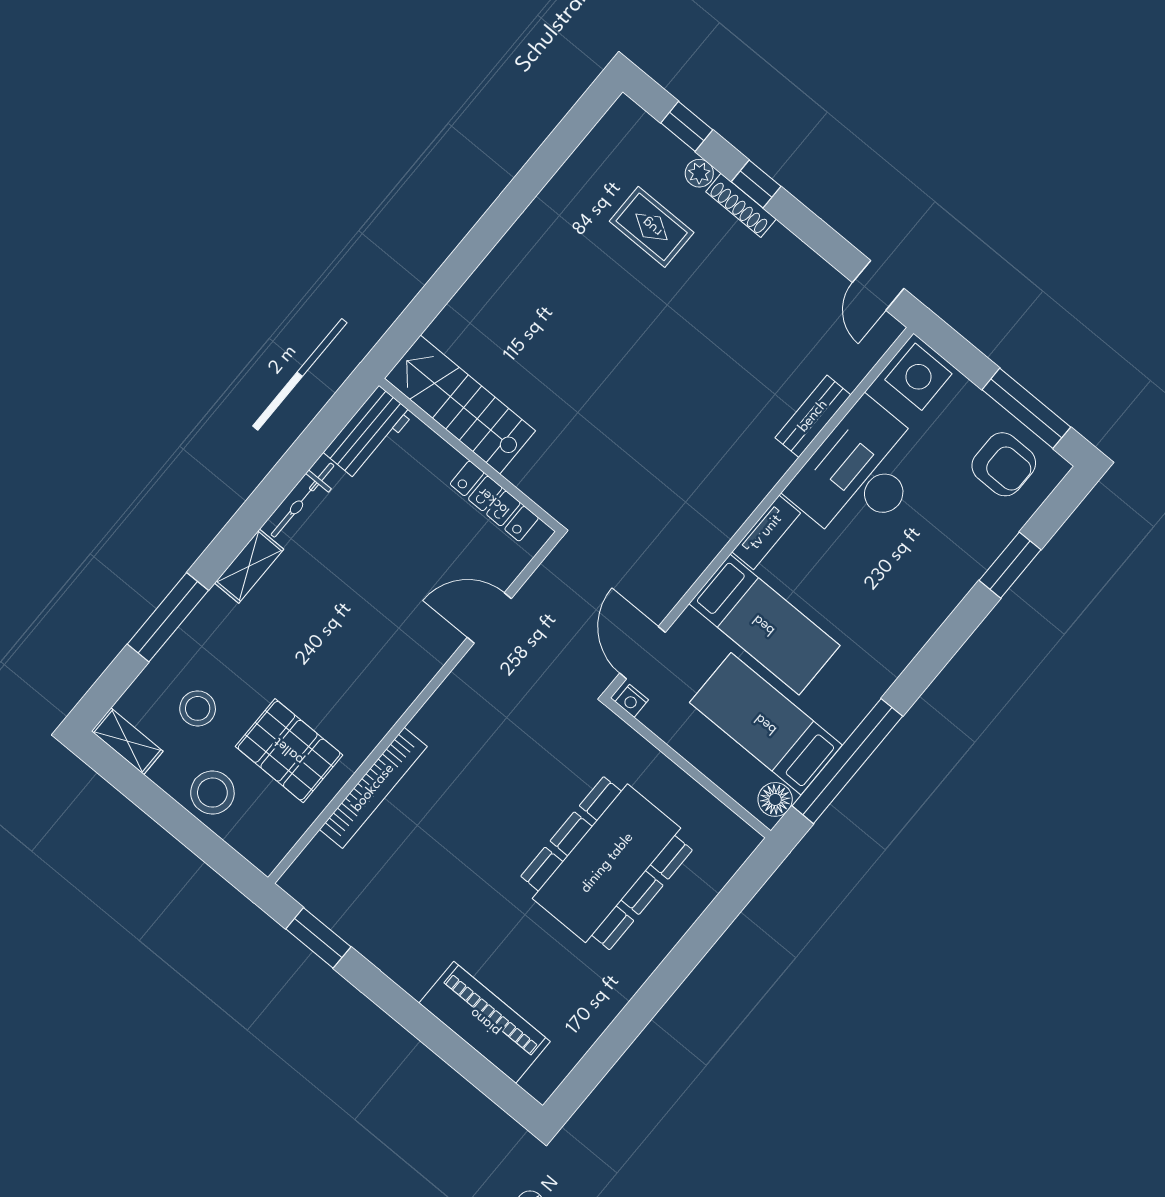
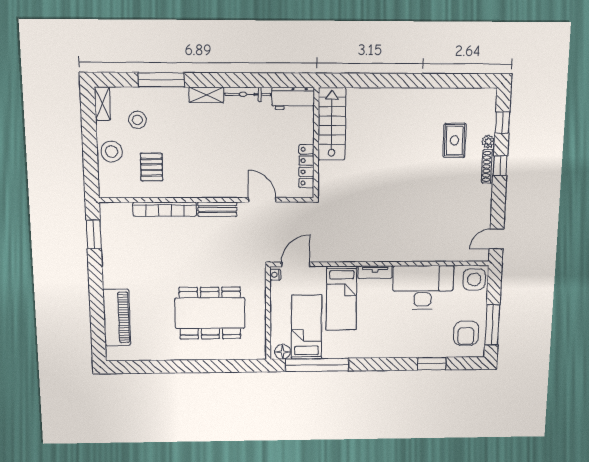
bench: (813, 416) -> (217, 209), moved
pallet: (289, 751) -> (152, 167), width x0.67, depth x0.71

